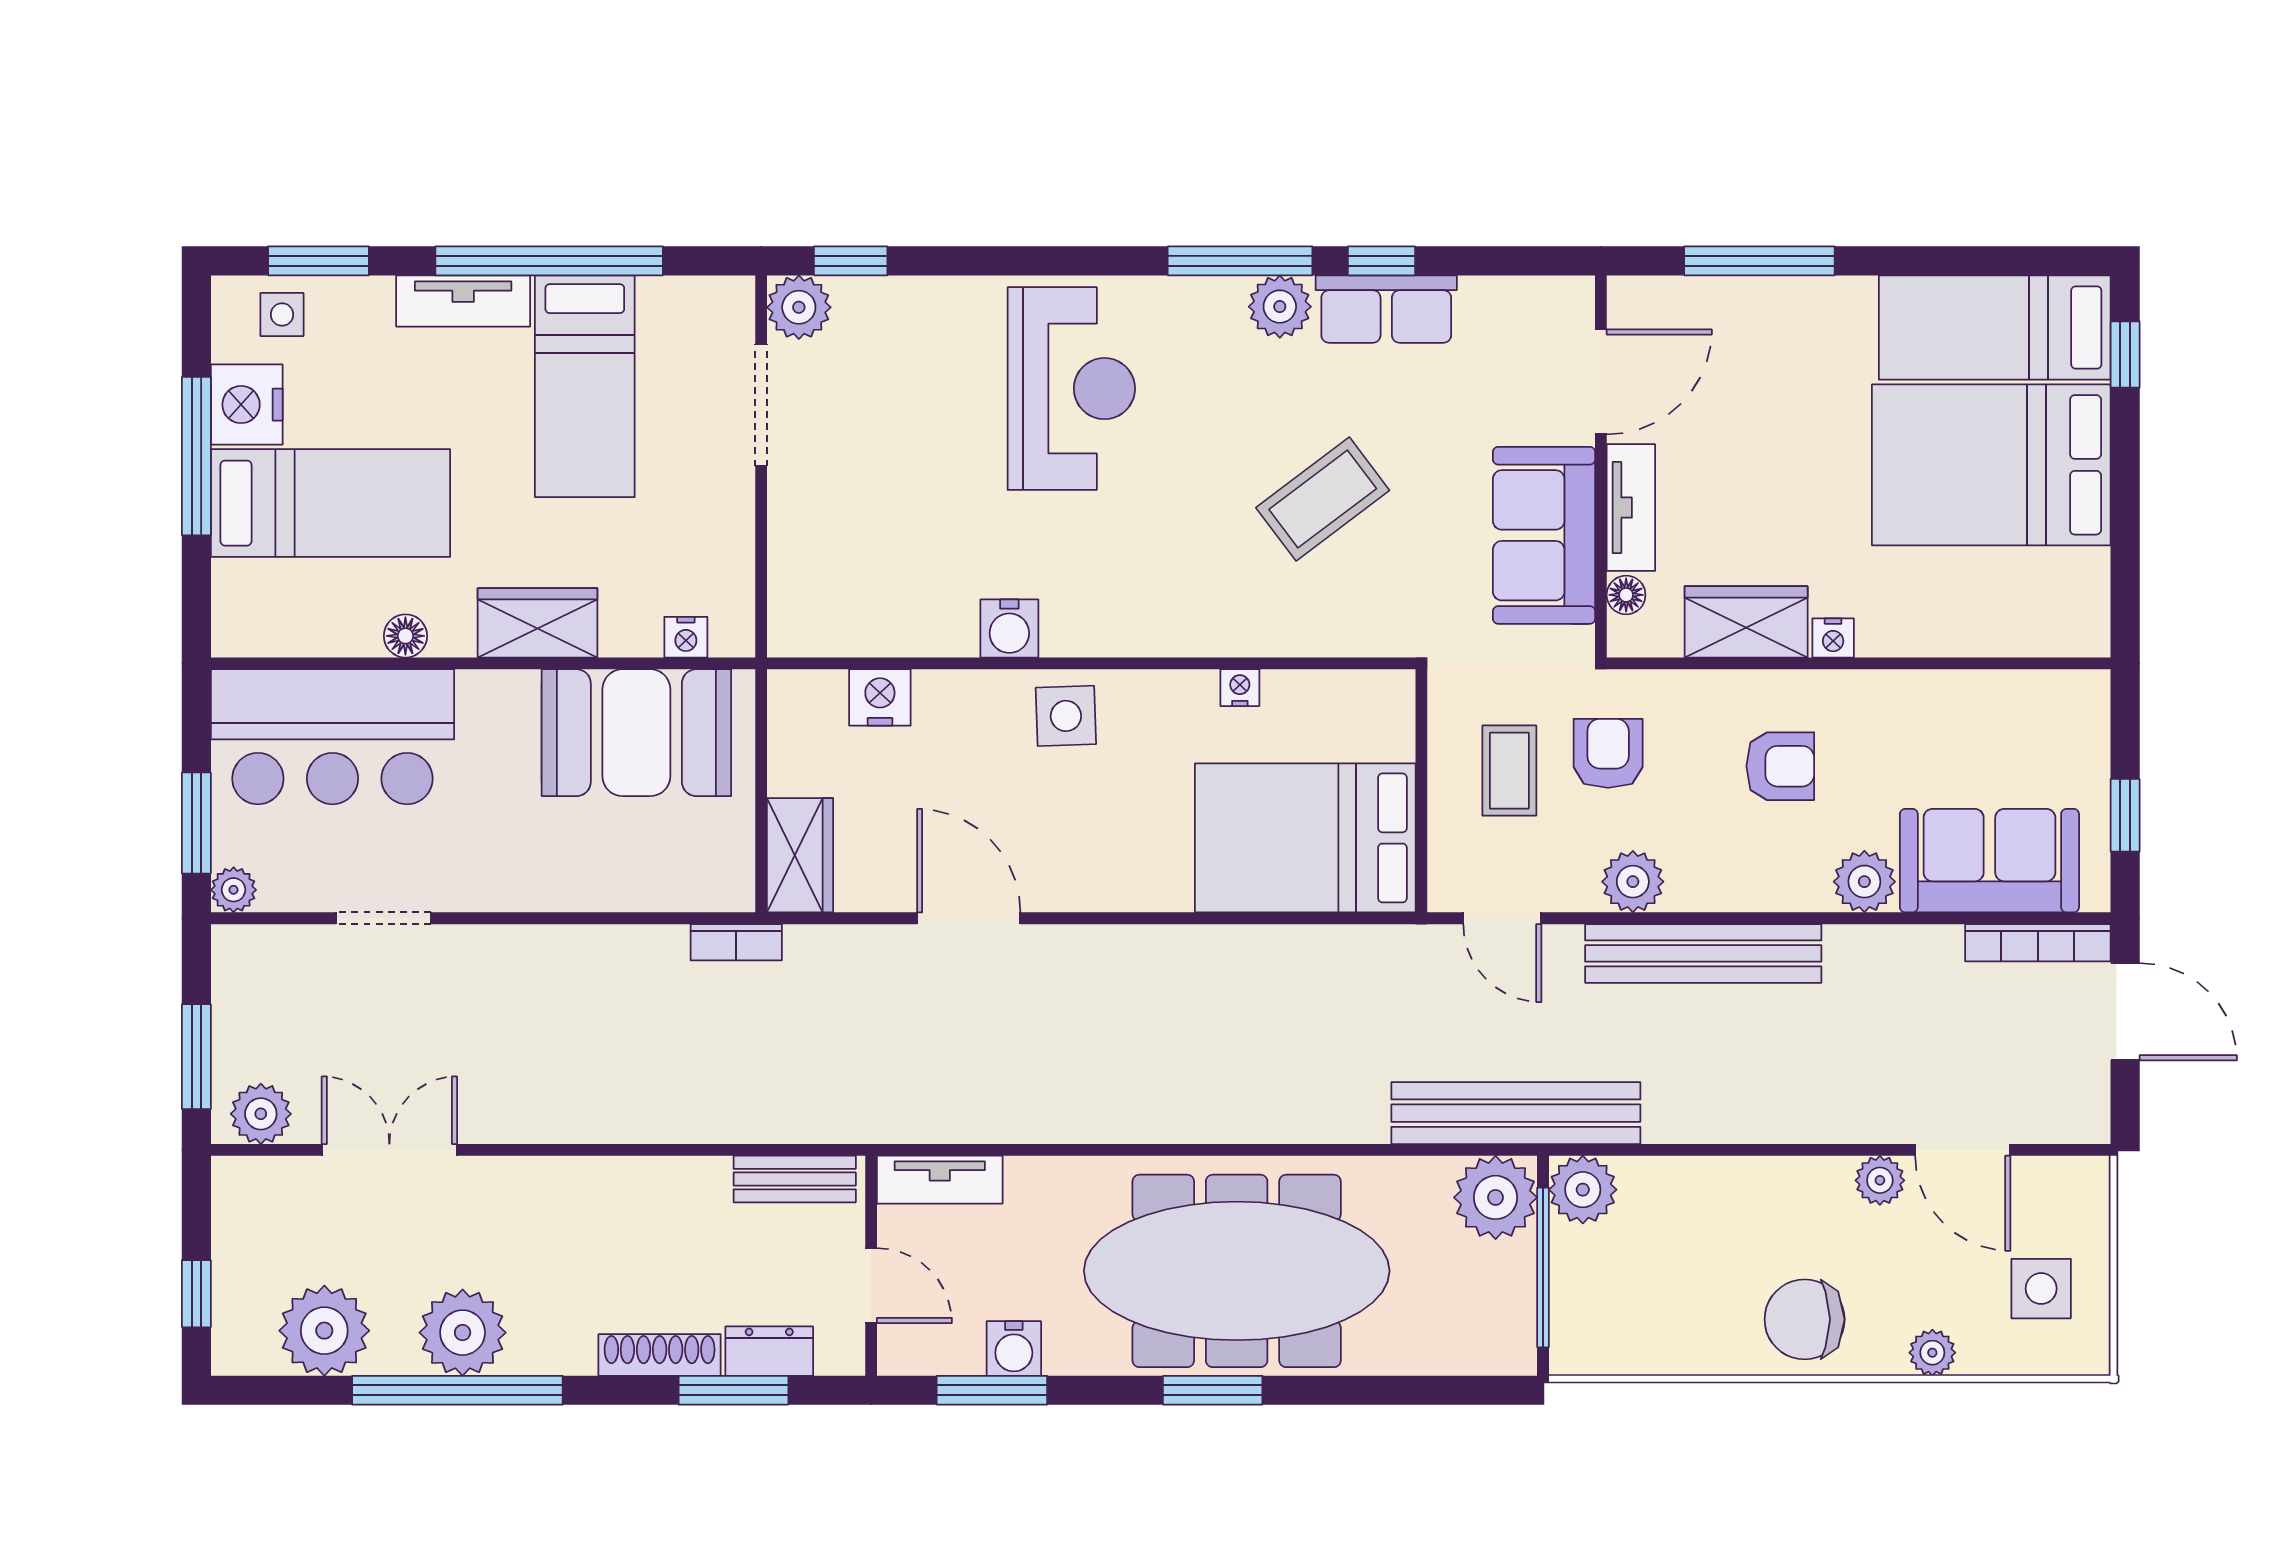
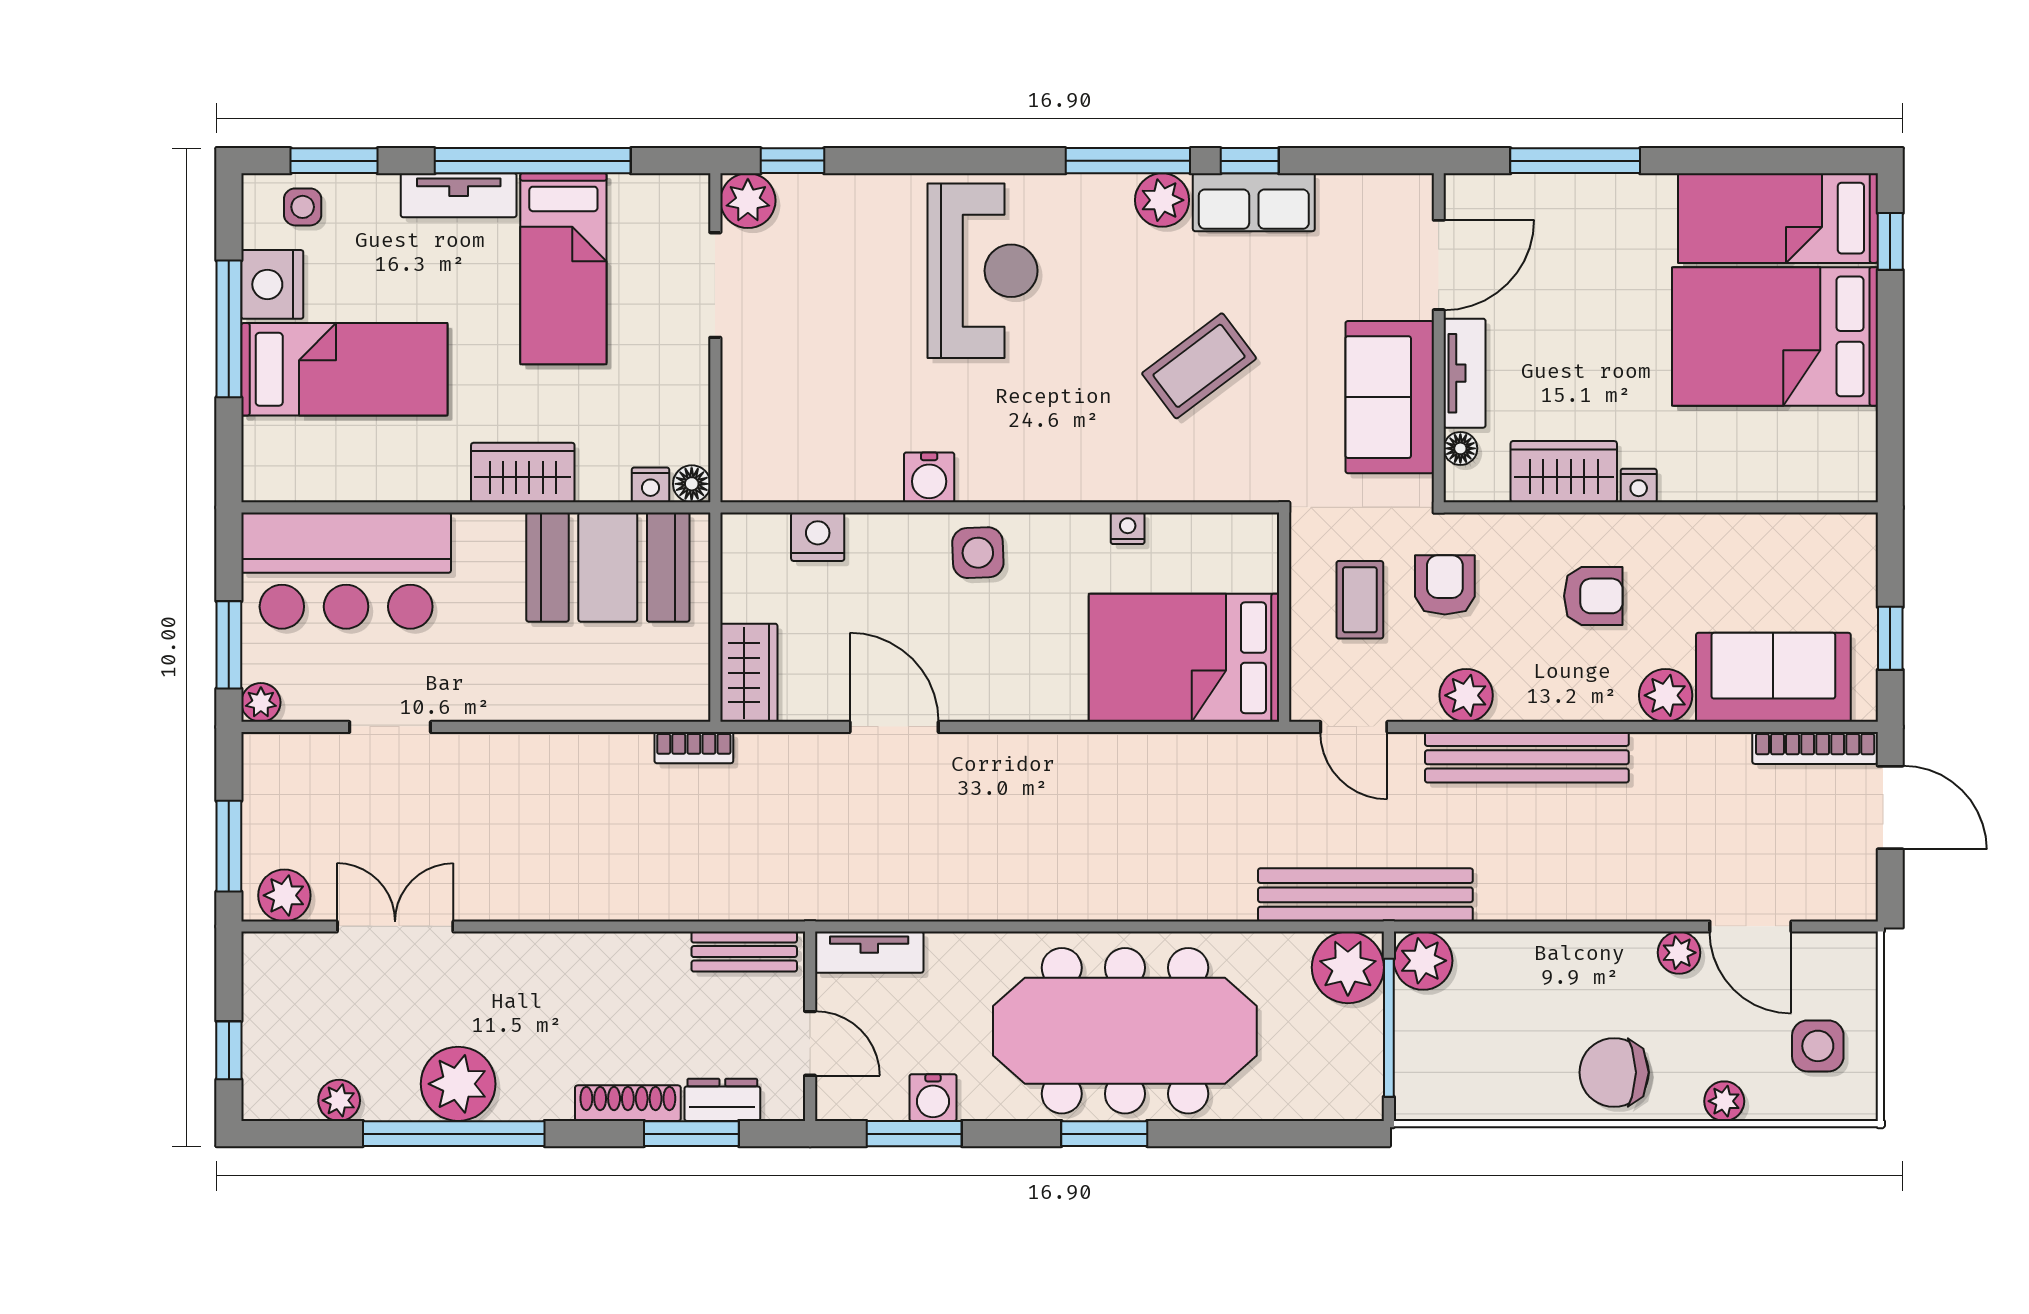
floor lamp: (405, 636) -> (692, 484), moved
plant: (324, 1331) -> (339, 1100), width x0.53, depth x0.53

